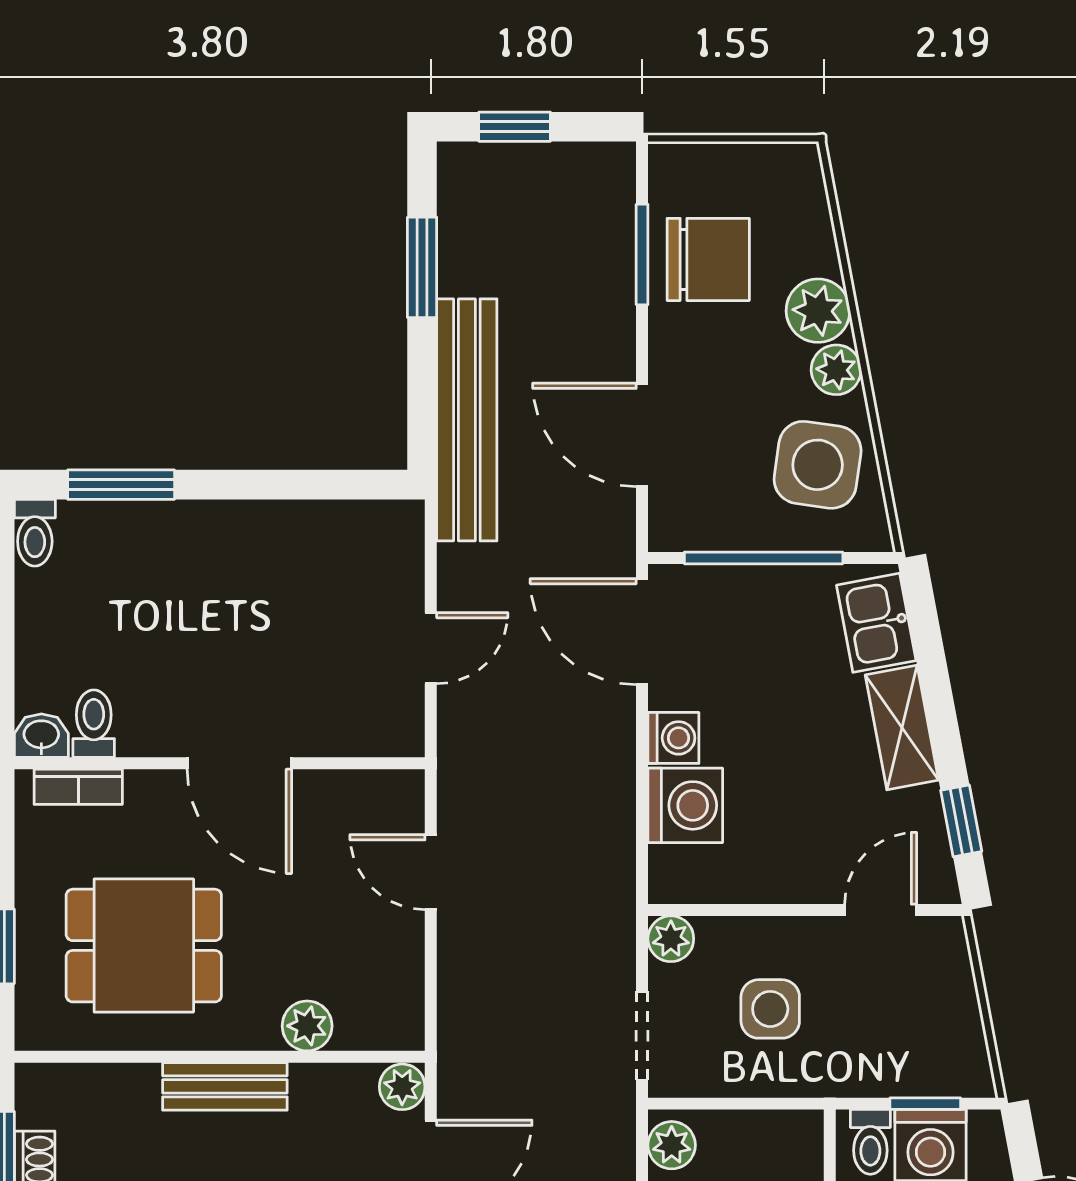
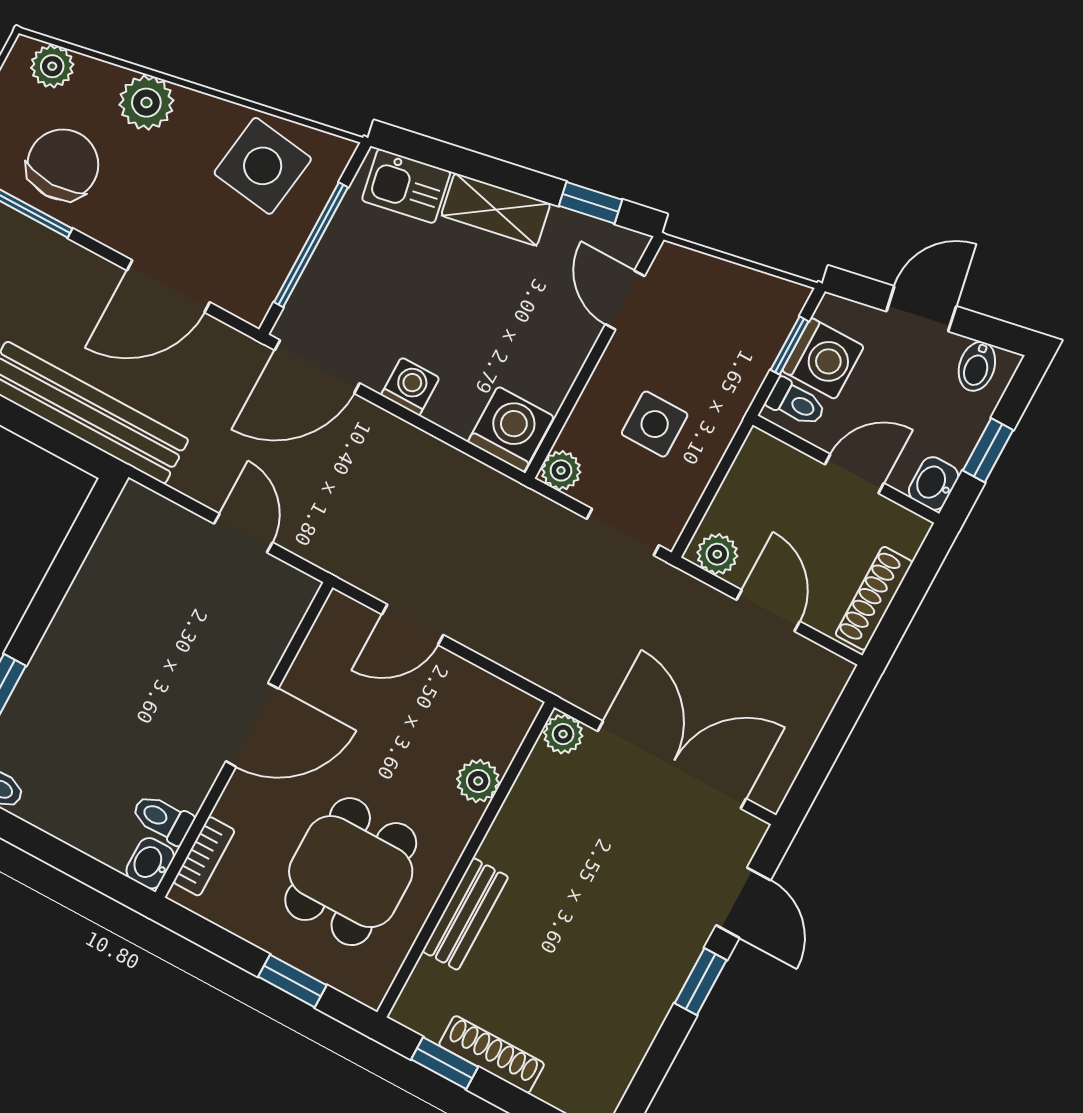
plant: (836, 370) -> (52, 66), moved
washing machine: (685, 805) -> (511, 429), moved
bench: (225, 1086) -> (465, 914), moved

